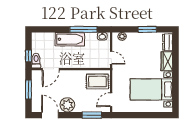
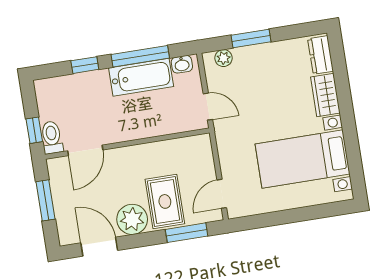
window: (57, 29) -> (85, 65), added
window: (147, 29) -> (251, 38), moved
bathtub: (70, 39) -> (141, 77), moved
rug: (97, 82) -> (165, 201), moved, turned 90

